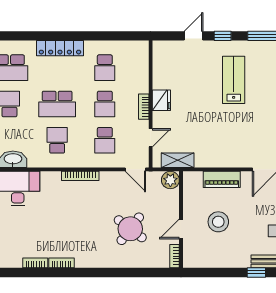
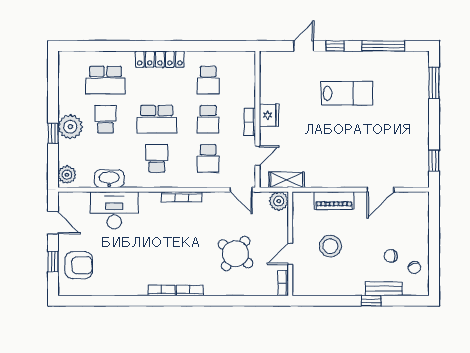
lab bench: (234, 80) -> (347, 93), turned 90
bookcase: (35, 263) -> (190, 290), moved

